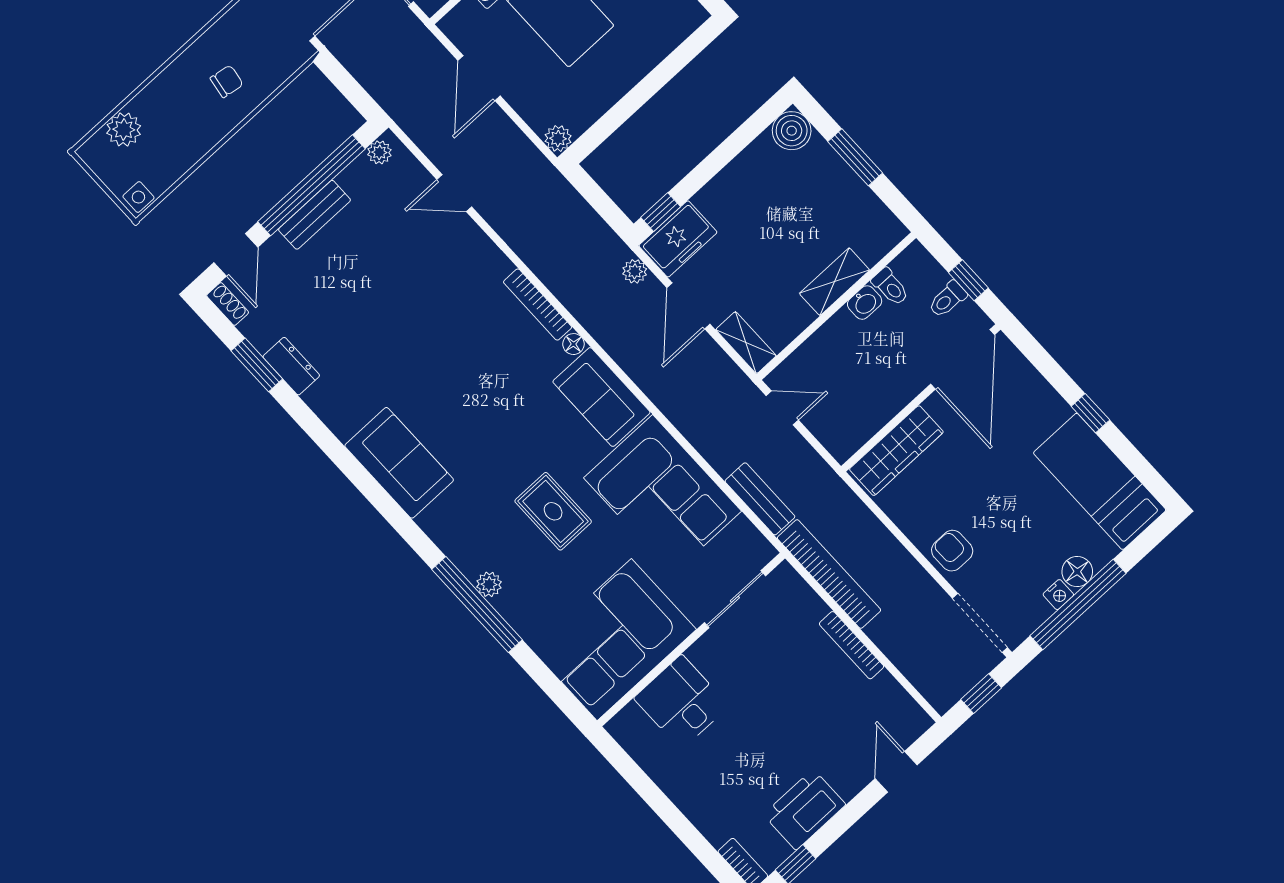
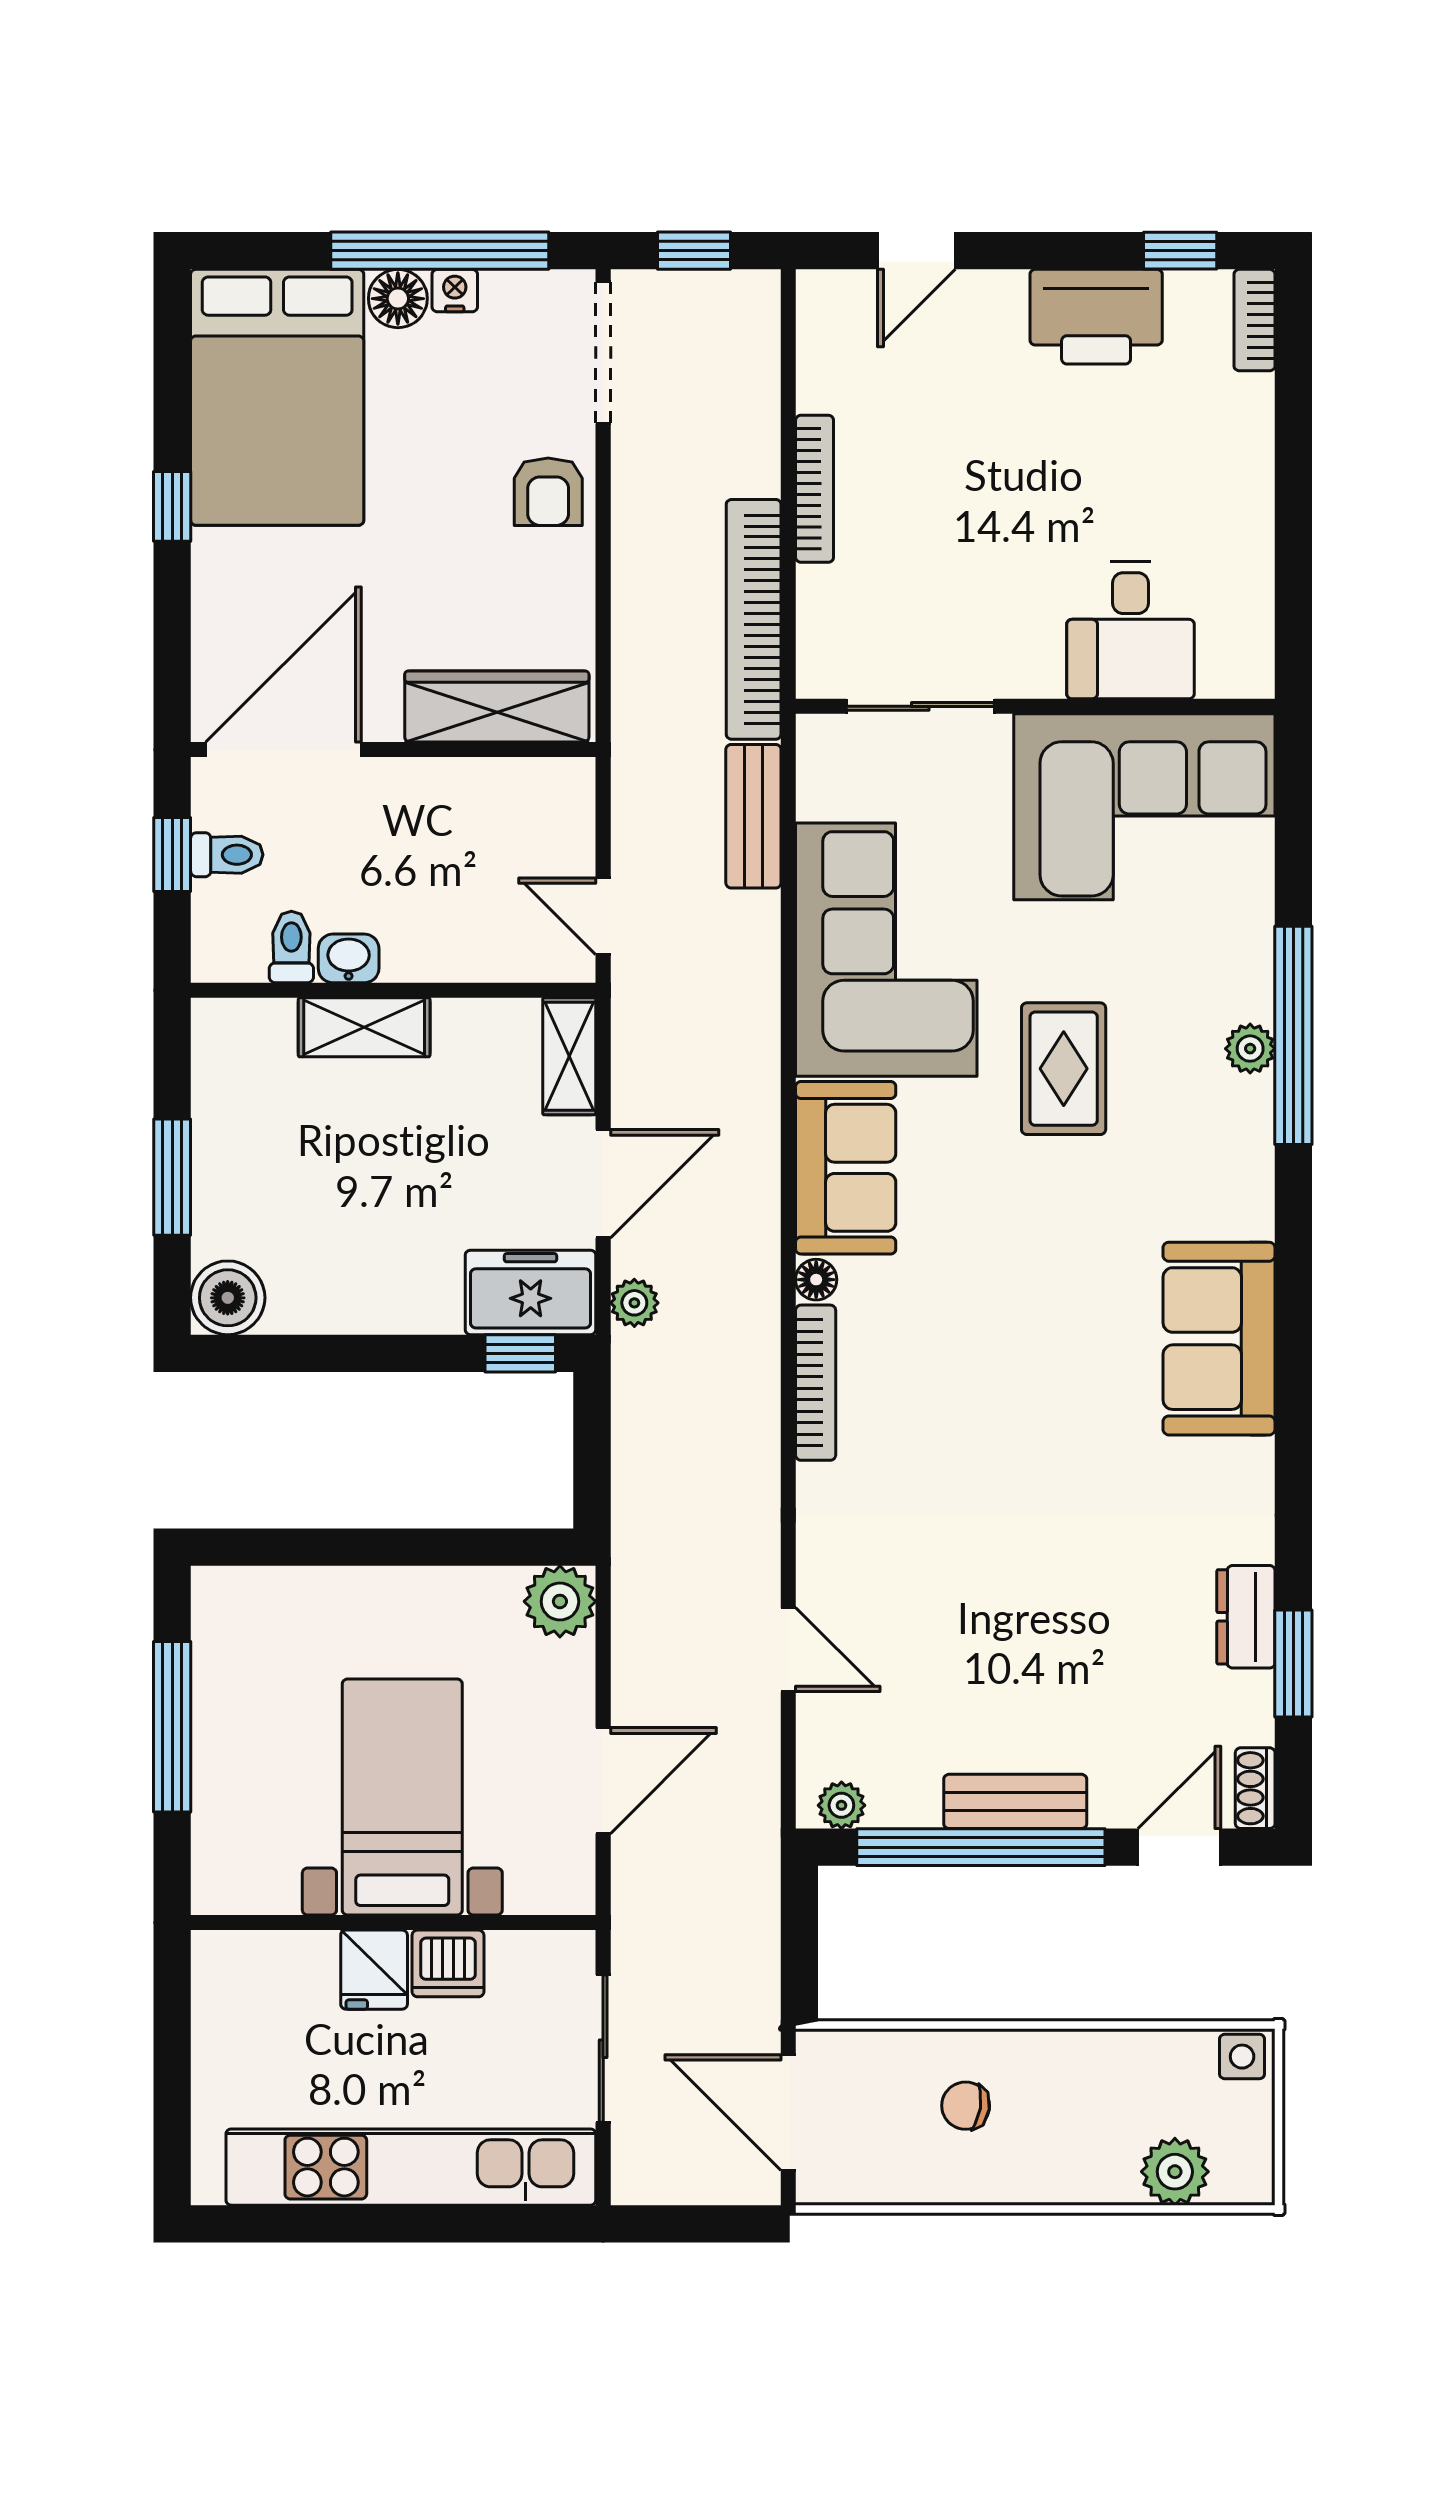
plant: (558, 138) -> (560, 1601), width x1.38, depth x1.38
bed: (1100, 481) -> (277, 397), width x1.50

